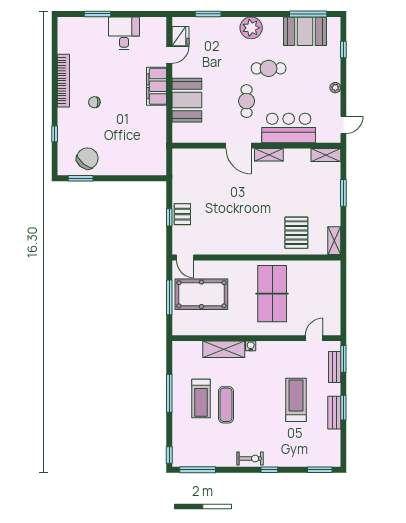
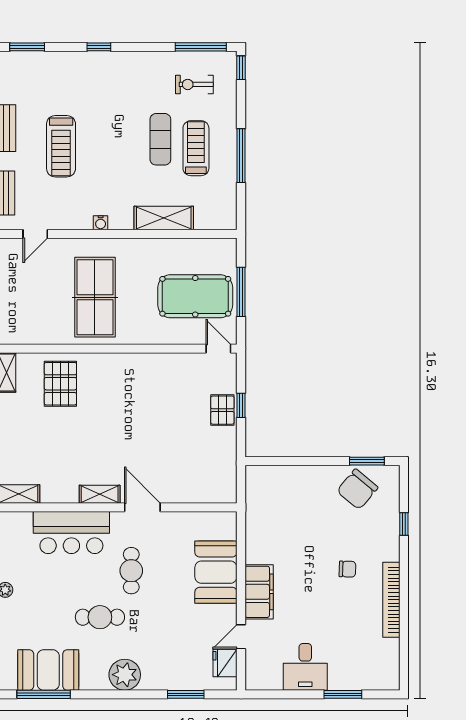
water cooler: (251, 346) -> (101, 223), moved
exercise bike: (250, 458) -> (194, 84), moved

